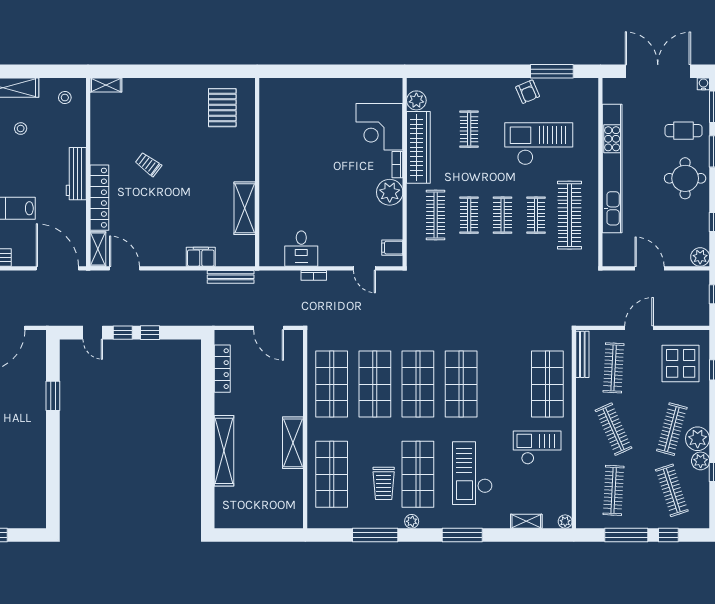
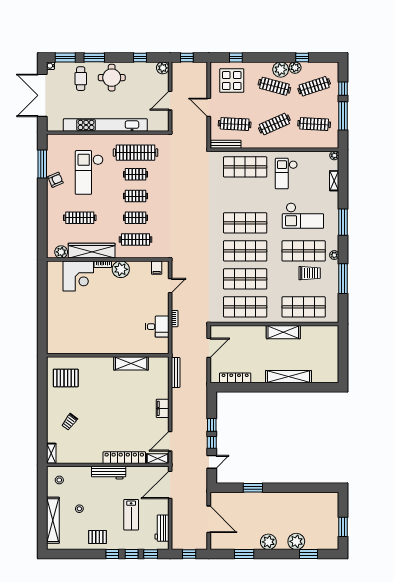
clothes rail: (469, 129) -> (80, 218), width x1.36
trolley: (148, 164) -> (70, 422), moved
filing cabinet: (201, 257) -> (163, 408), moved

